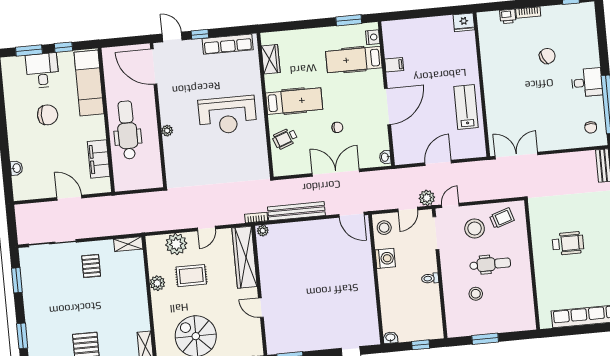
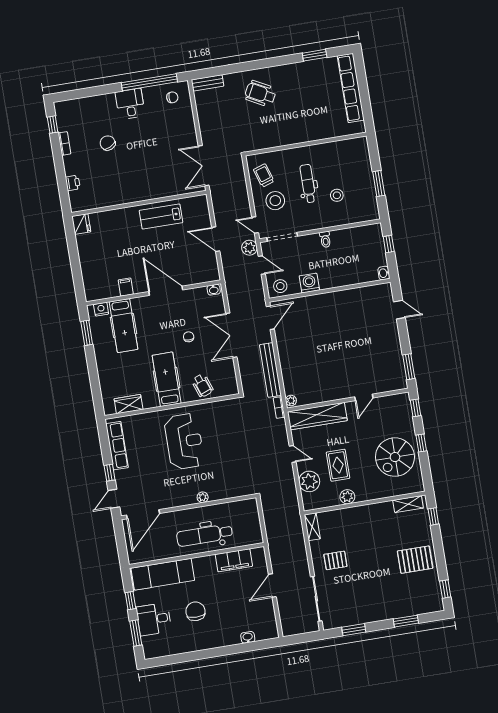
bookcase: (528, 13) -> (64, 143), moved
wheelchair: (568, 243) -> (260, 94), moved, turned -62

